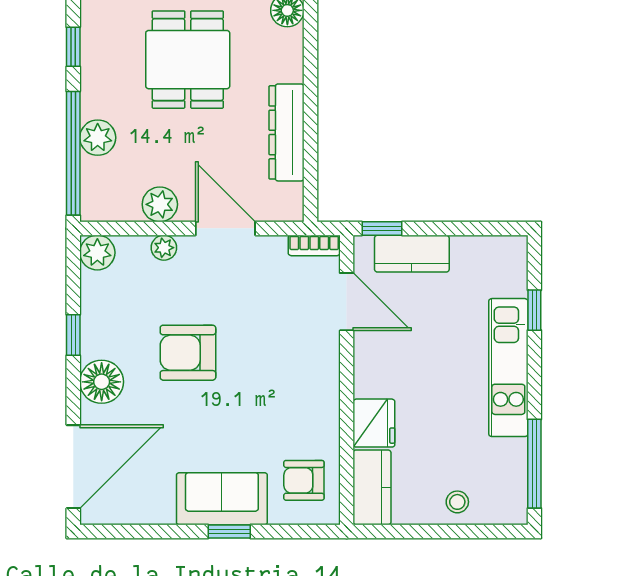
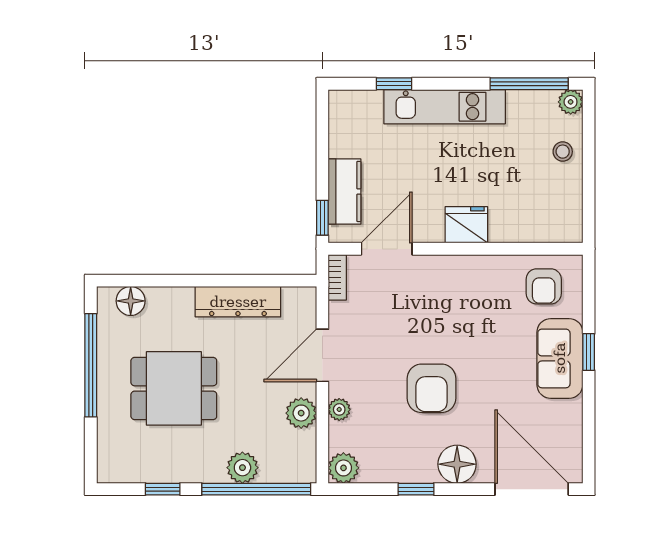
fridge: (374, 423) -> (466, 225), moved
kitchen counter: (372, 487) -> (550, 226), removed
plant: (514, 511) -> (571, 102), added

